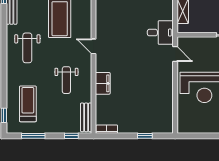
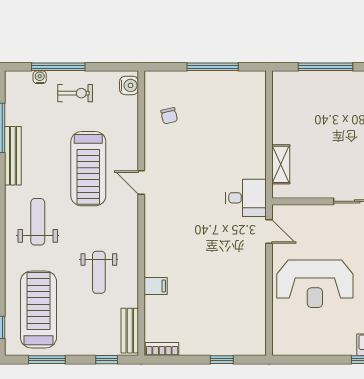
door: (94, 46) -> (141, 183), moved
weight bench: (27, 48) -> (38, 222), turned 180
filing cabinet: (103, 83) -> (156, 286), width x0.50
treadmill: (28, 104) -> (38, 309), width x1.37, depth x1.38

